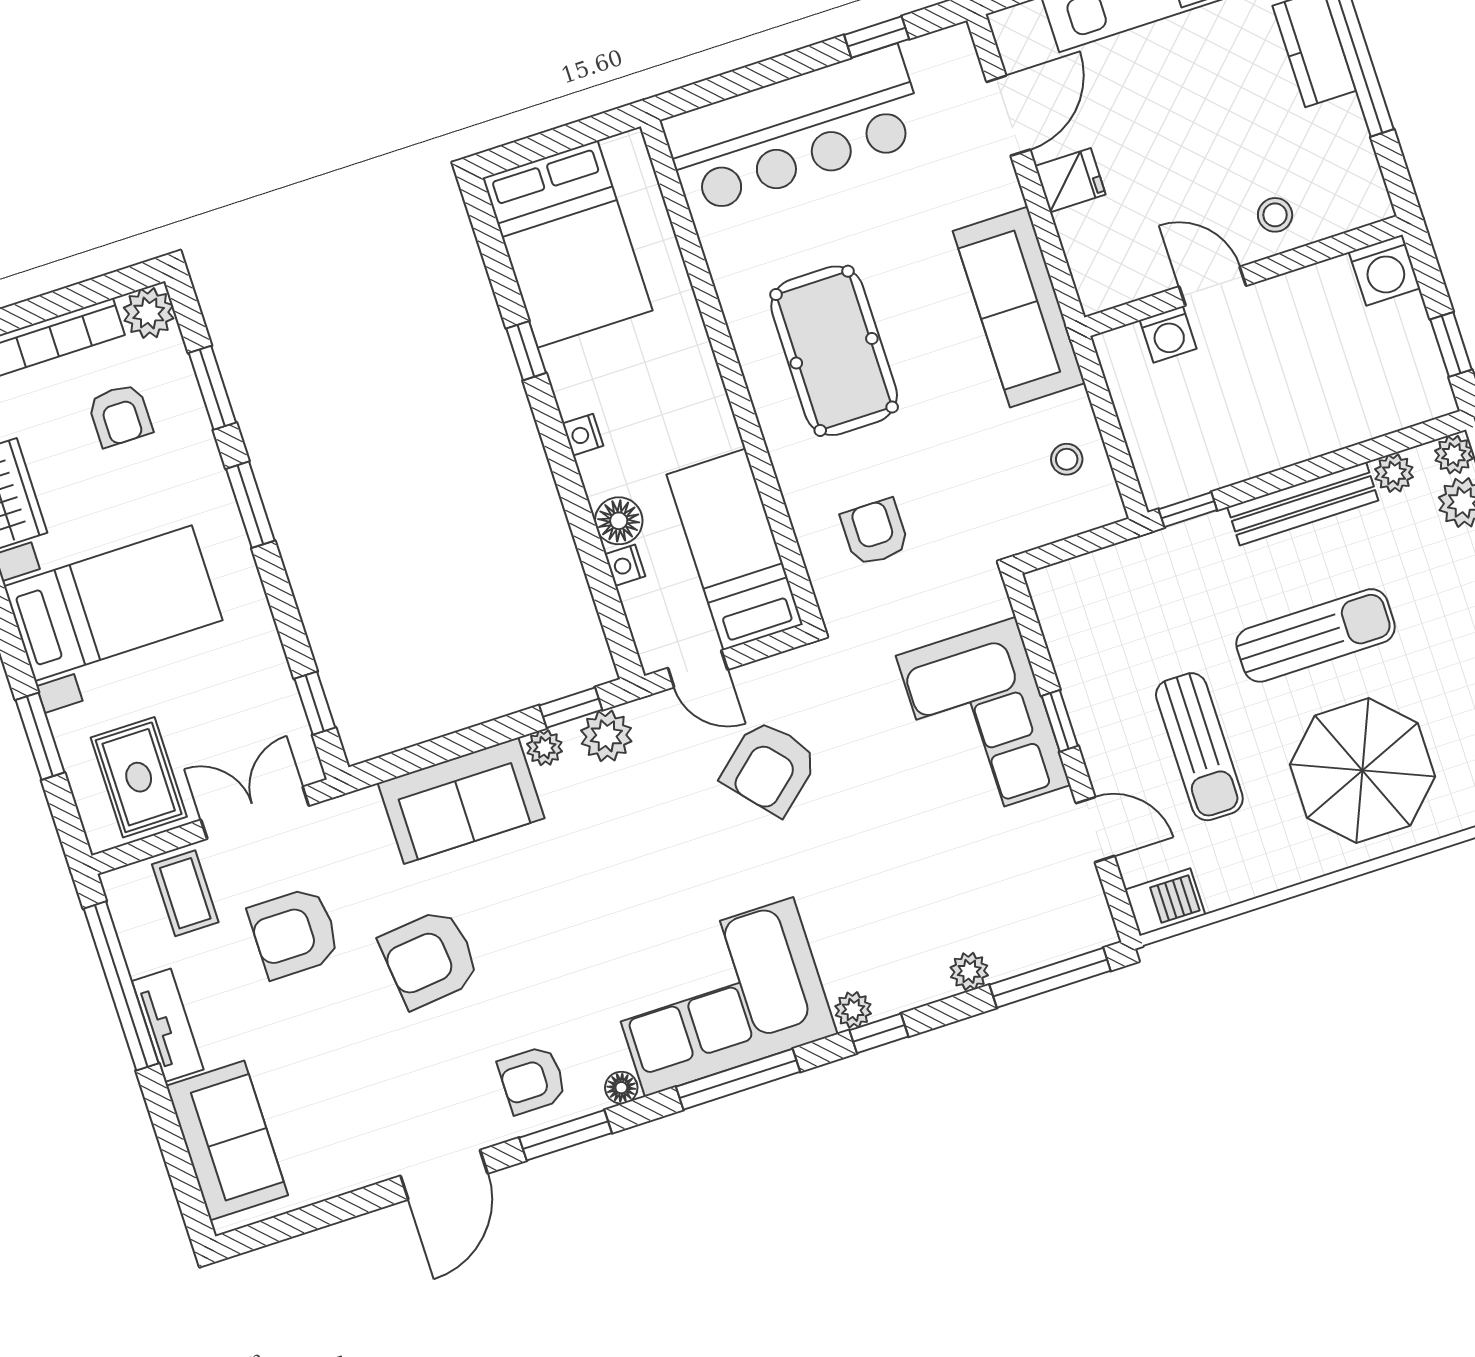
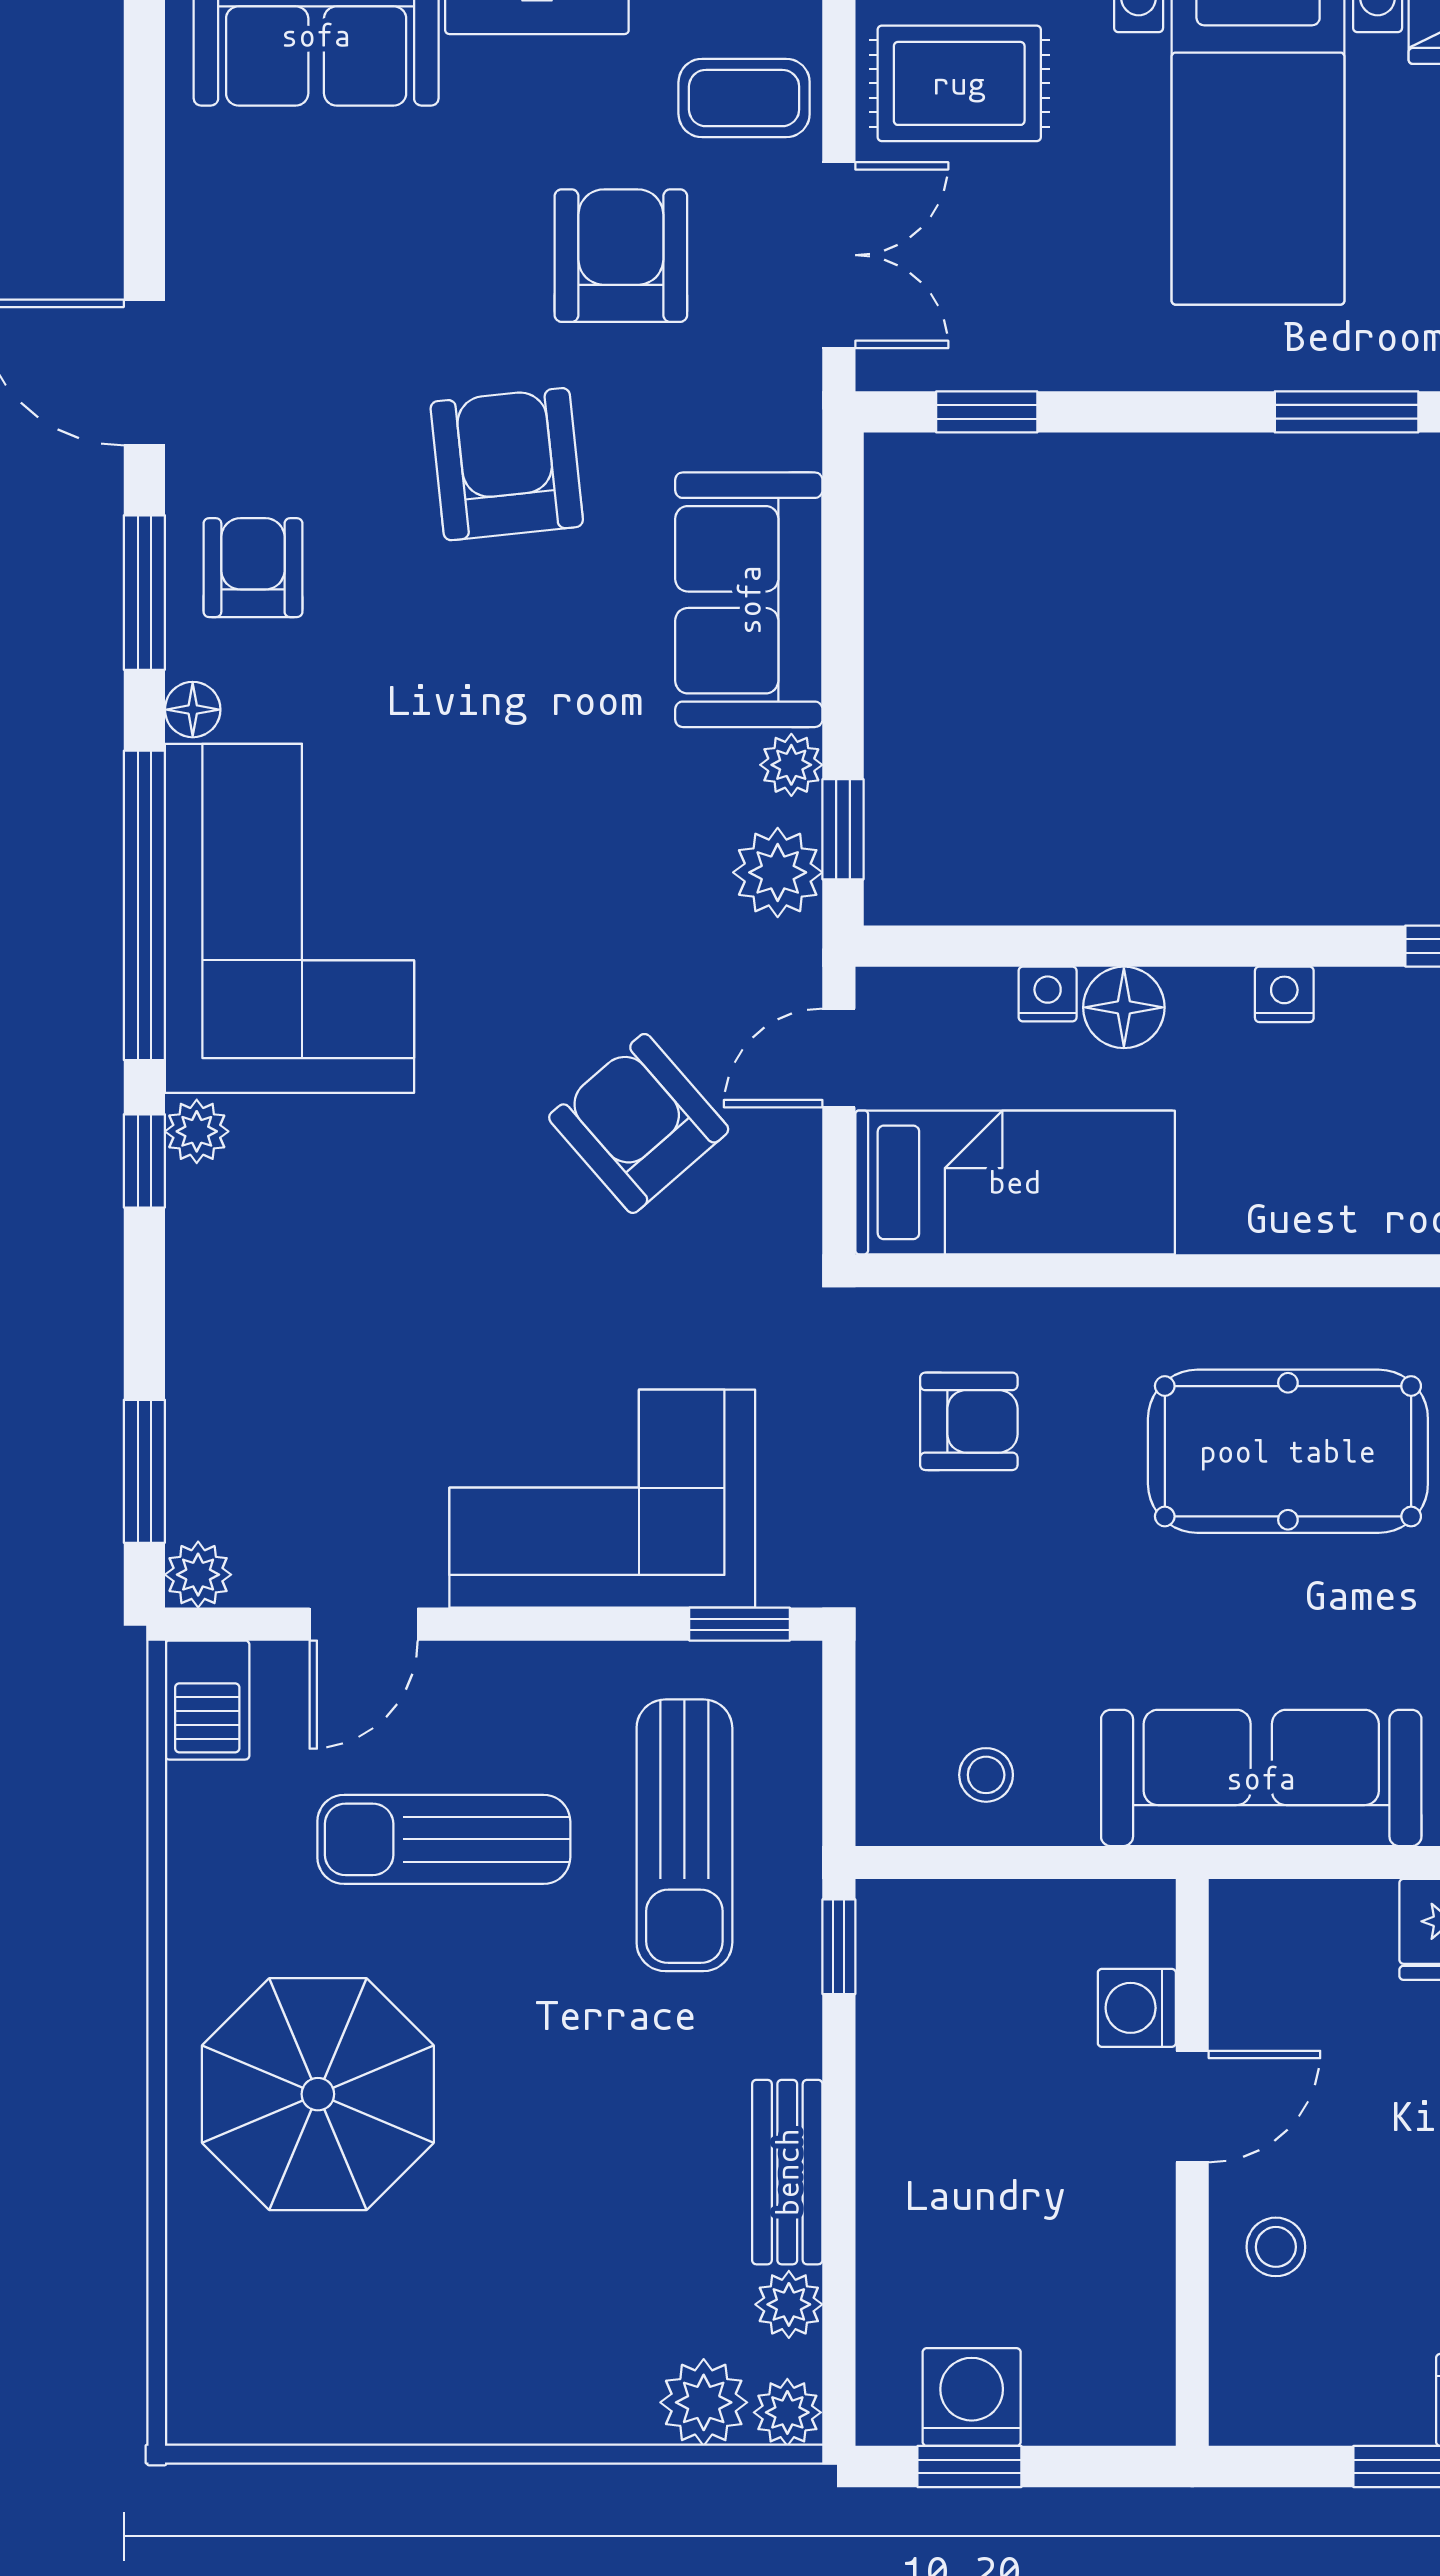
washing machine: (1385, 270) -> (972, 2397), moved, turned 90
bench: (1303, 504) -> (787, 2172), width x0.73
sun lounger: (1316, 635) -> (684, 1835), moved
window: (1060, 721) -> (740, 1624), moved
plant: (969, 971) -> (198, 1575), moved
window: (1050, 978) -> (144, 1471), width x0.69
window: (738, 1079) -> (144, 905), width x1.46

